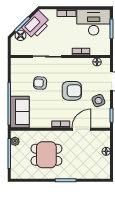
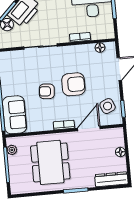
armchair: (40, 83) -> (47, 91), moved
side table: (98, 101) -> (108, 106), moved
dining table: (46, 155) -> (50, 162), width x1.38
dresser: (97, 174) -> (111, 179), added

